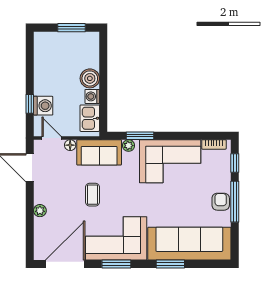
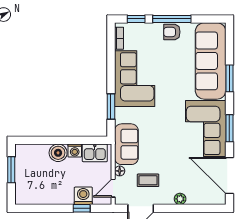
plant: (129, 146) -> (120, 117), removed
coffee table: (92, 195) -> (148, 180), moved

